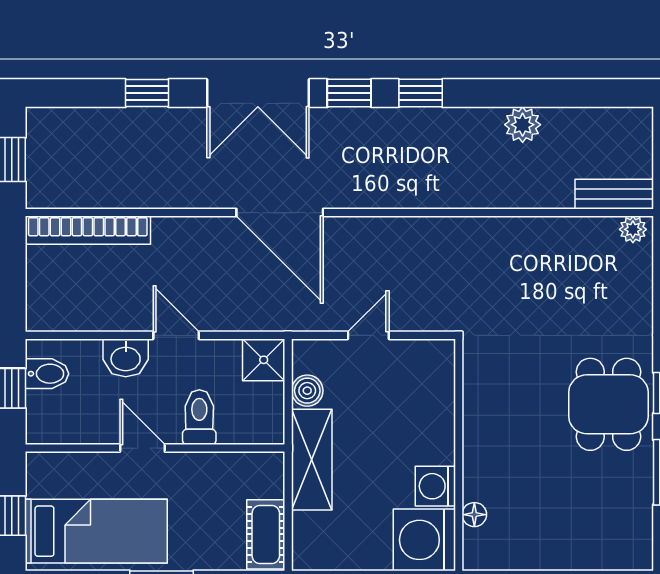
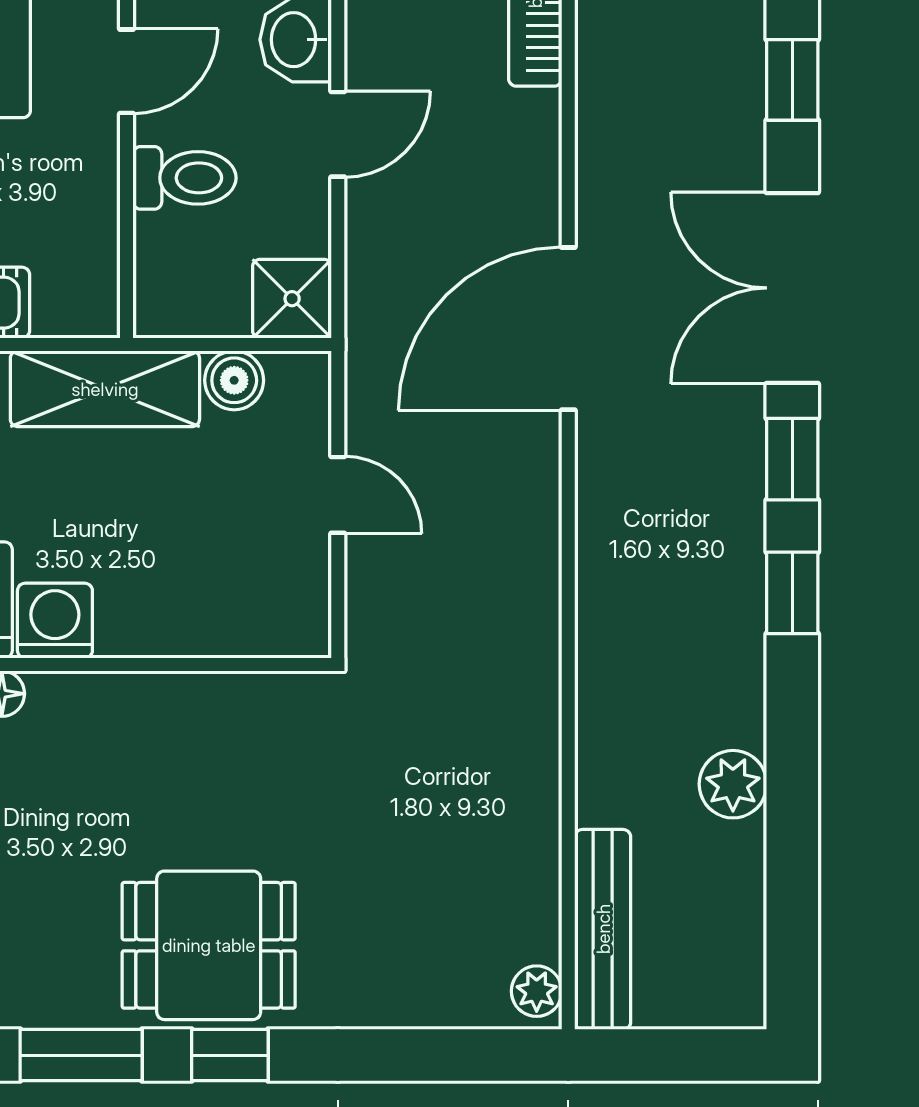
bench: (614, 194) -> (603, 929), width x1.36

